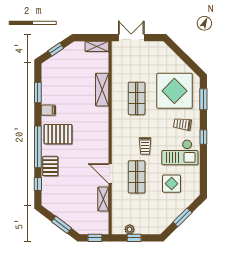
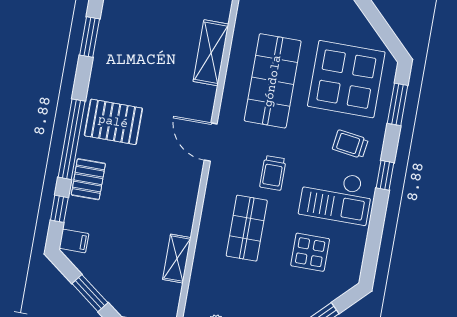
shop shelf: (137, 98) -> (273, 81), width x1.43, depth x1.36
filing cabinet: (48, 110) -> (74, 241), moved
door: (110, 174) -> (211, 142), moved

